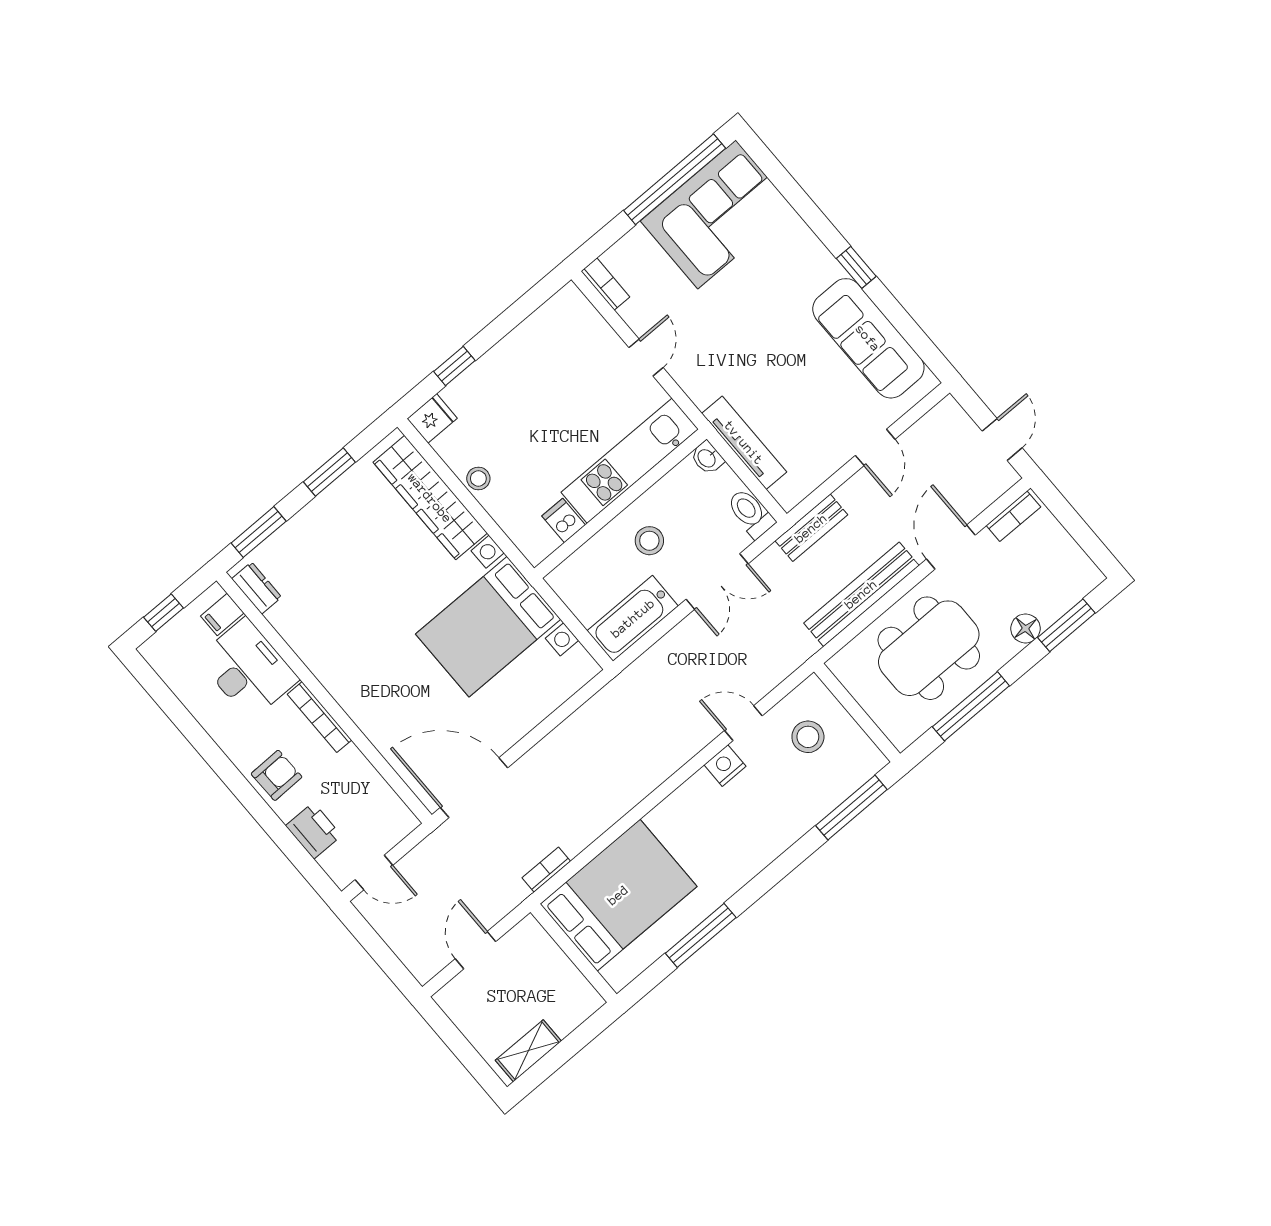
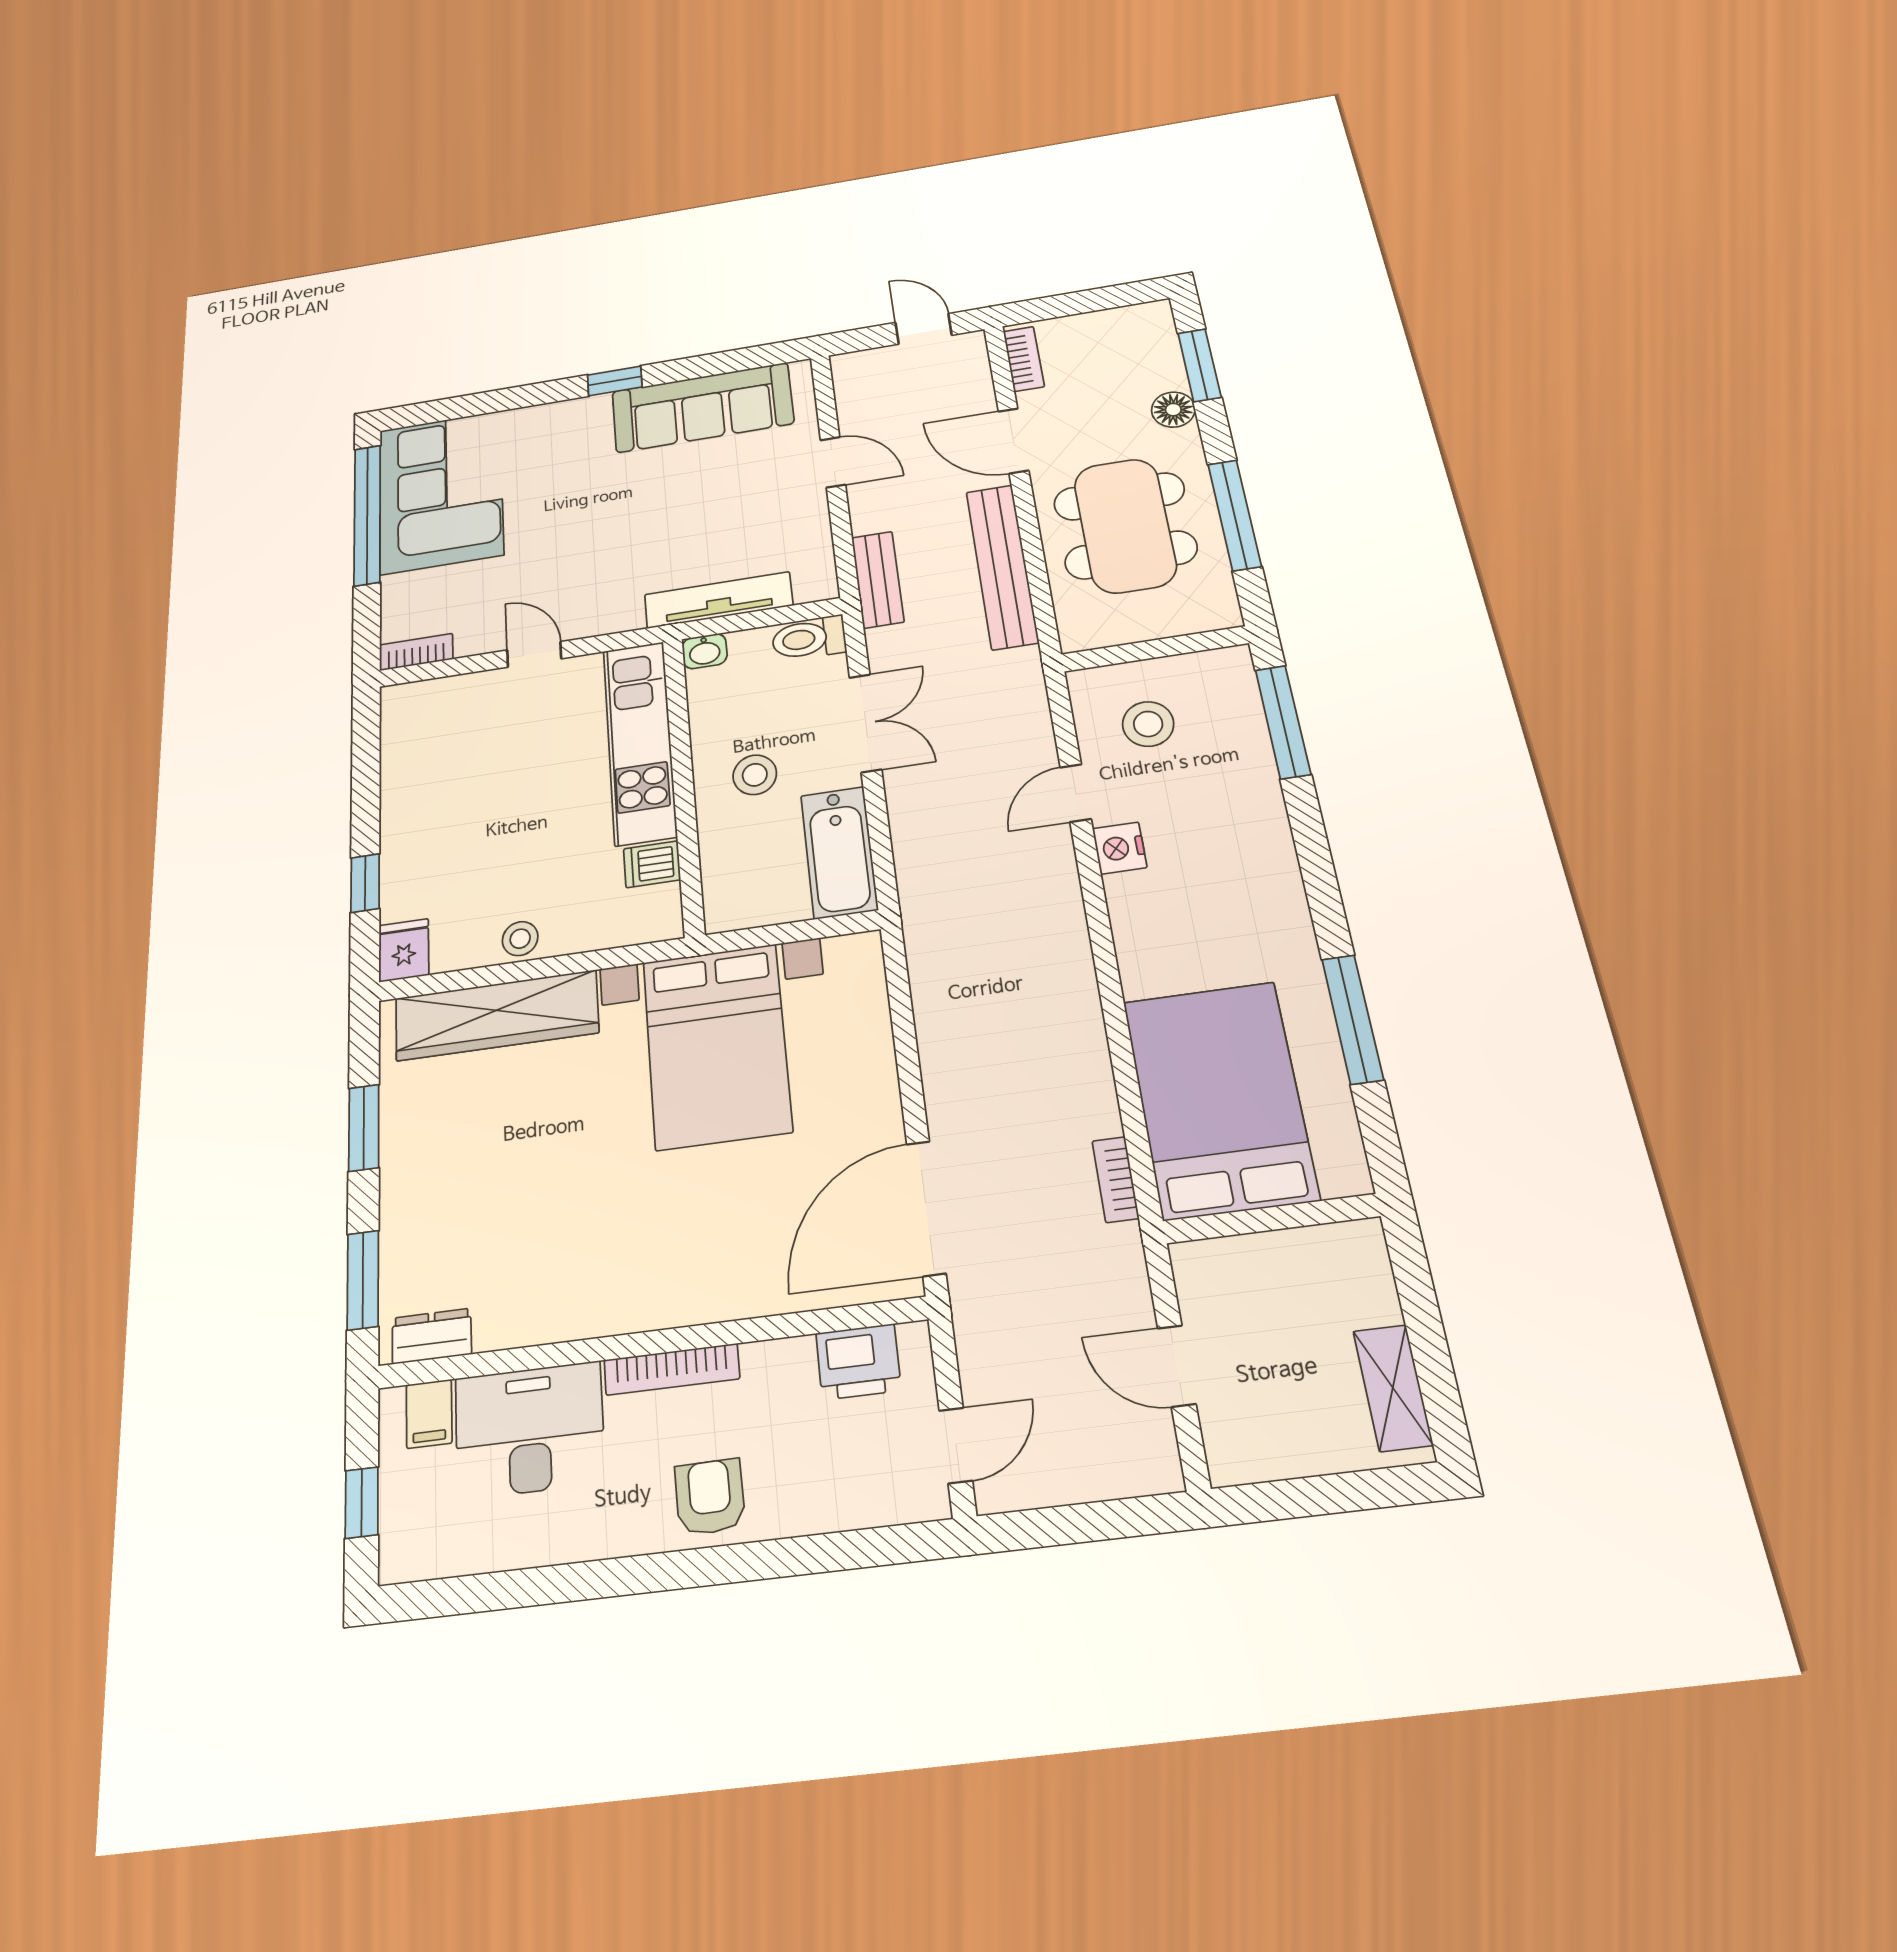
printer: (313, 831) -> (858, 1362), moved, turned 180

